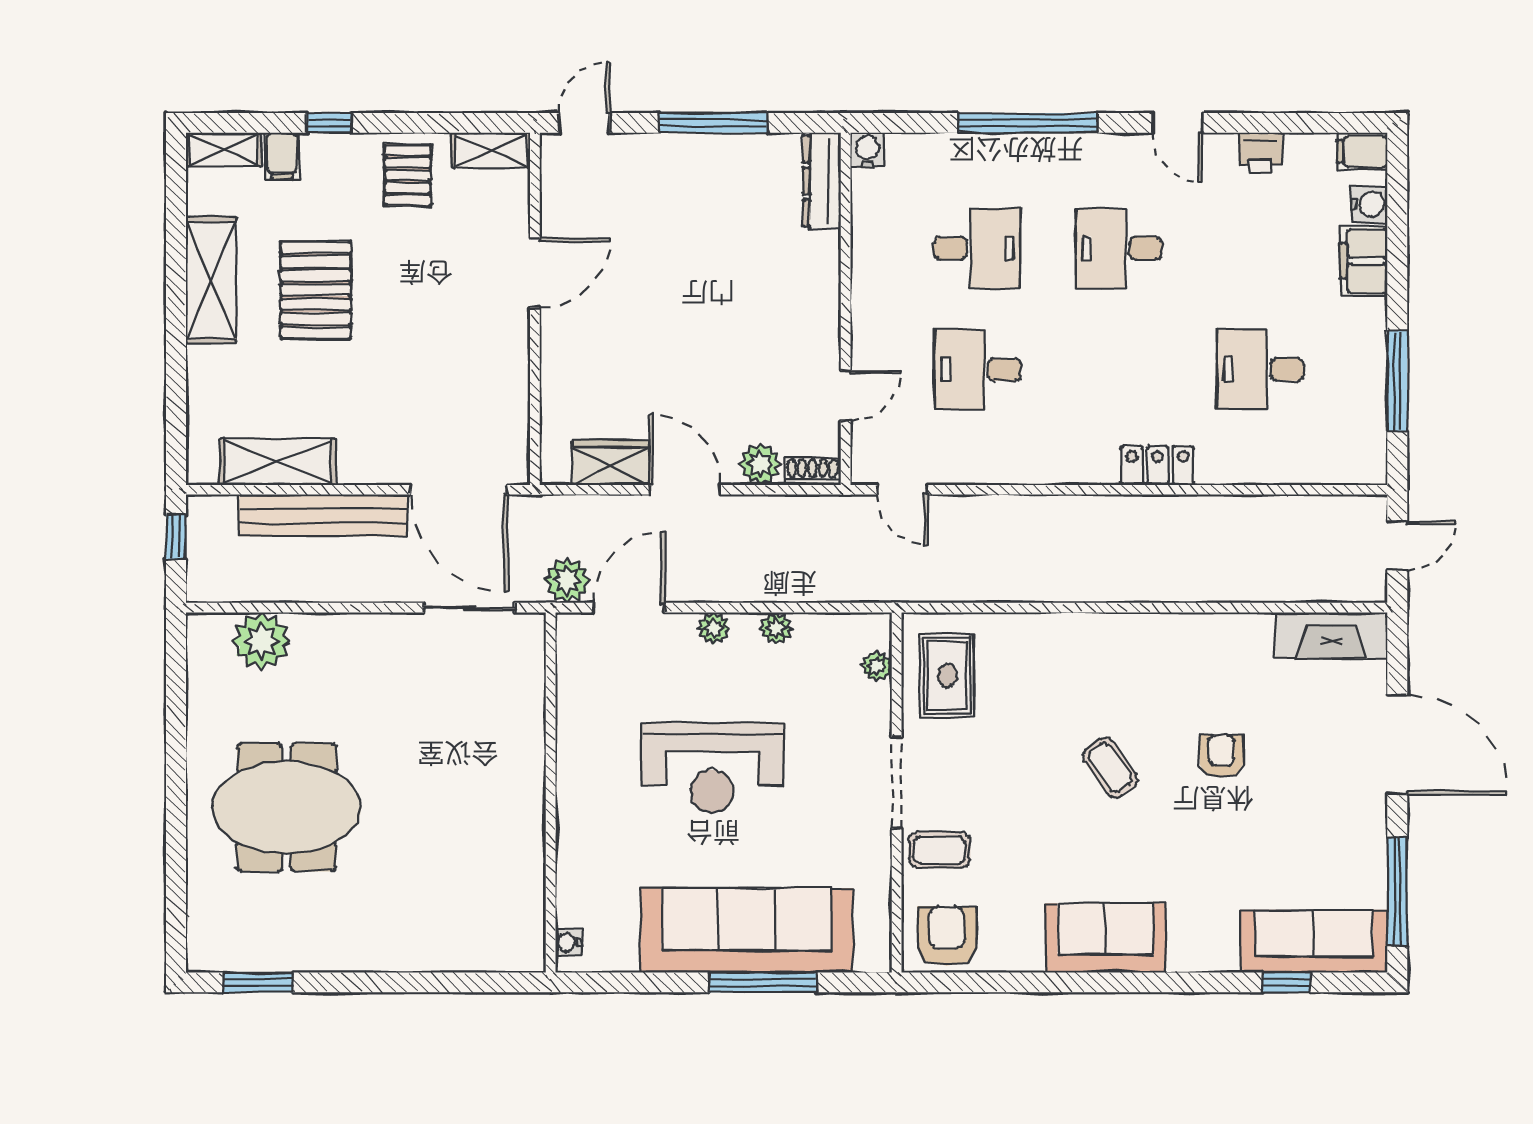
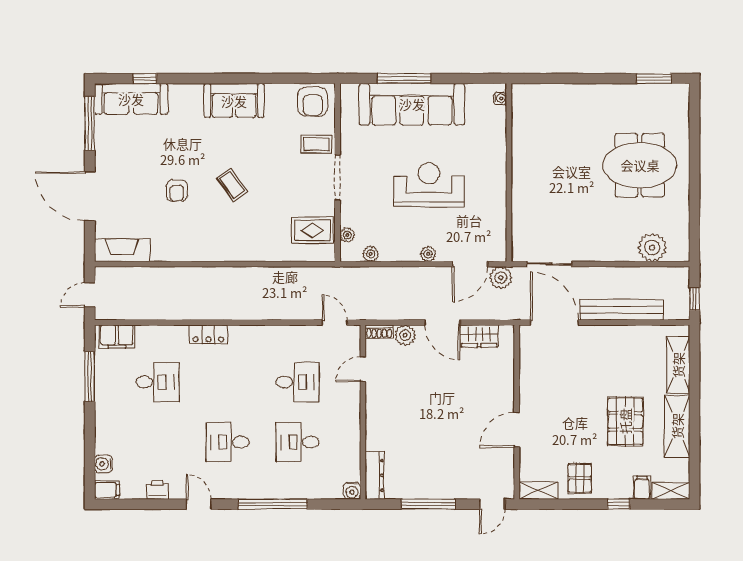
desk: (1119, 248) -> (228, 442), turned 180
filing cabinet: (1364, 261) -> (117, 336), moved, turned 90
shelving: (278, 462) -> (678, 365), moved, turned 90
plant: (776, 628) -> (371, 254), moved
rug: (947, 676) -> (313, 230), turned 90

